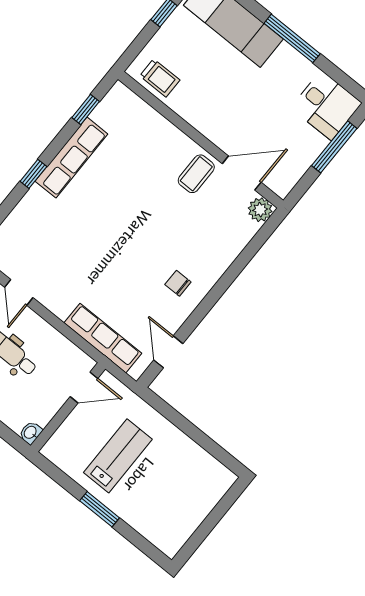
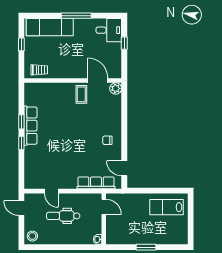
window: (86, 109) -> (21, 122), moved
window: (334, 147) -> (124, 43), width x0.46
door: (242, 173) -> (98, 80), hinge flipped
door: (84, 387) -> (104, 207), hinge flipped
lab bench: (118, 456) -> (166, 207), moved, turned -90

